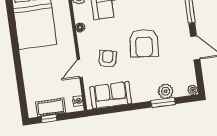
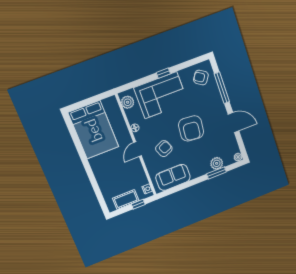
armchair: (108, 59) -> (164, 149), turned 53
door: (80, 69) -> (137, 149), moved
window: (49, 119) -> (138, 204), moved

